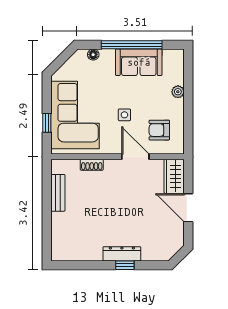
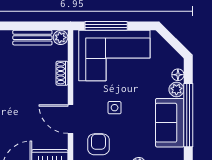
plant: (107, 56) -> (176, 89), added
window: (47, 123) -> (106, 26), width x2.17
door: (135, 157) -> (70, 119), swing flipped
plant: (58, 166) -> (61, 37), added

